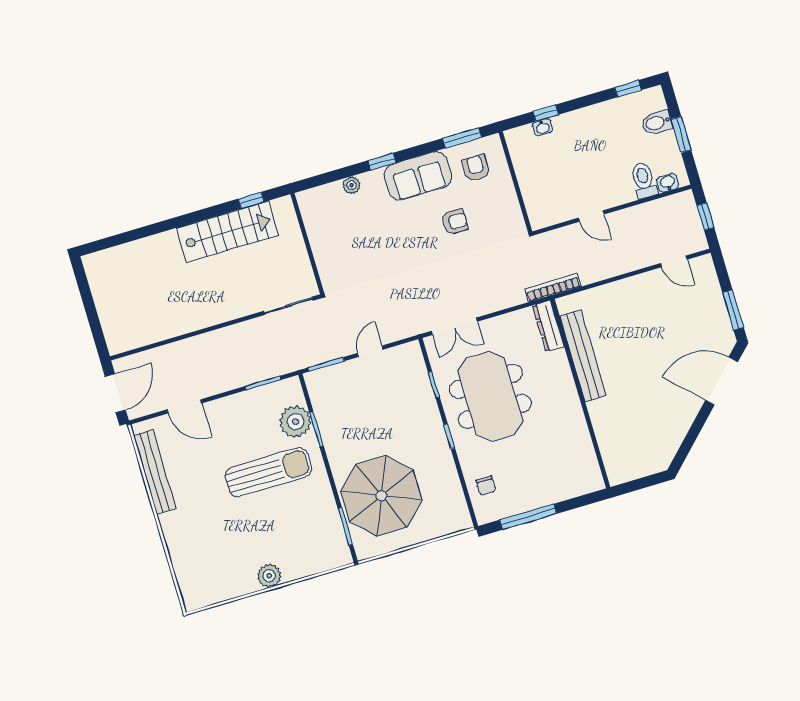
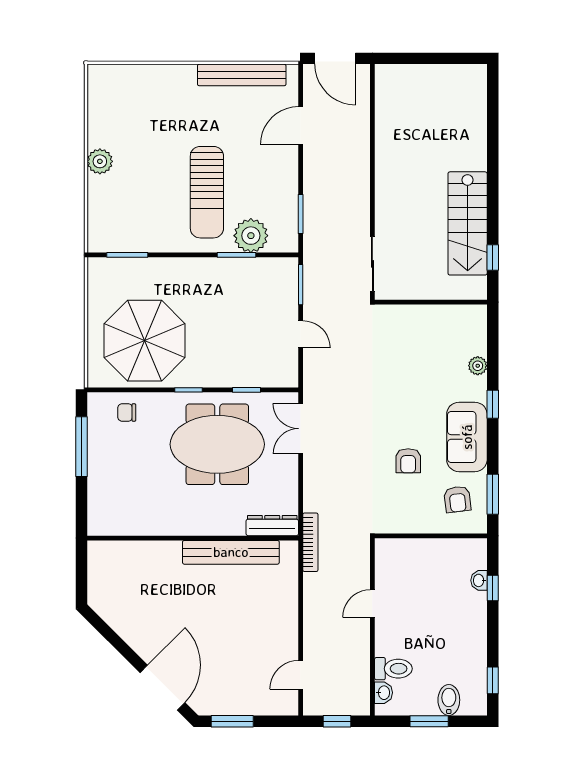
armchair: (476, 168) -> (457, 499), turned 83
parasol: (381, 496) -> (145, 341), moved

